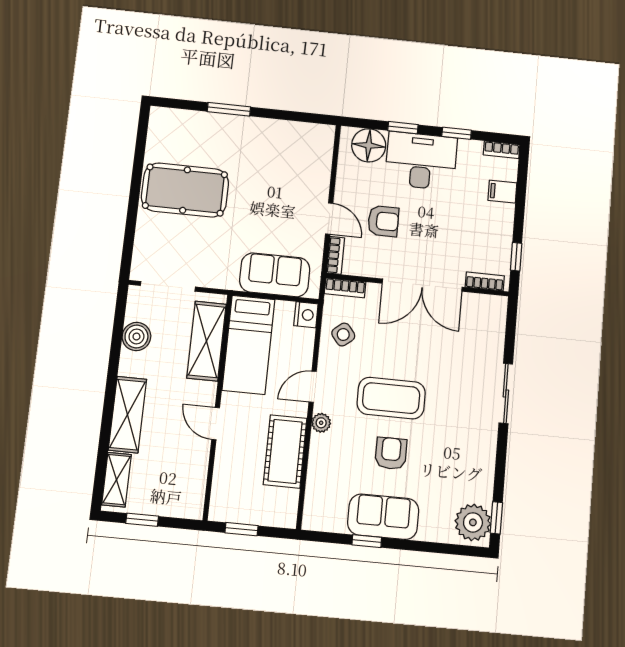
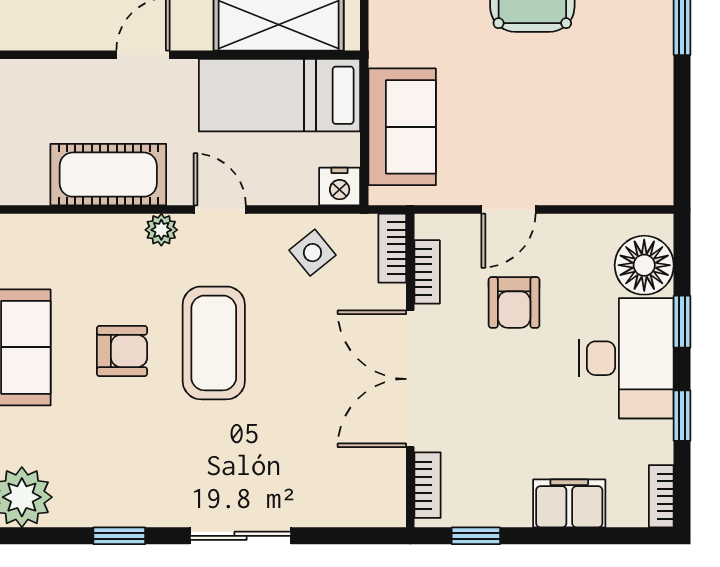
filing cabinet: (502, 192) -> (569, 503), width x2.00
bookcase: (335, 255) -> (427, 272), moved, turned -90
window: (496, 518) -> (119, 536), moved

